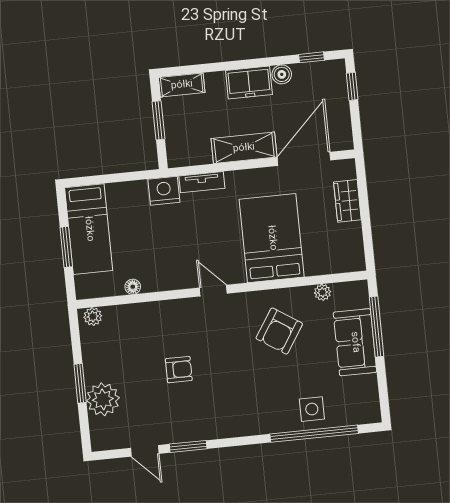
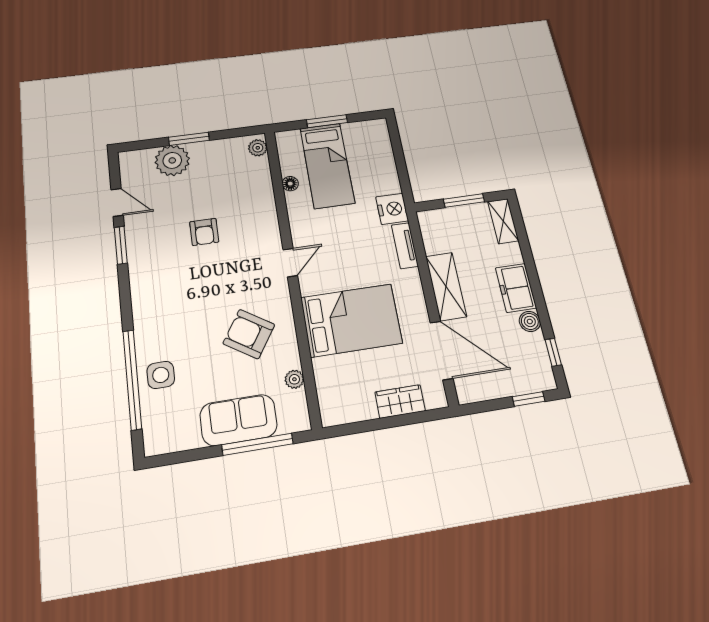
bed: (89, 229) -> (327, 165), moved, turned -90
door: (145, 451) -> (117, 202), swing flipped

